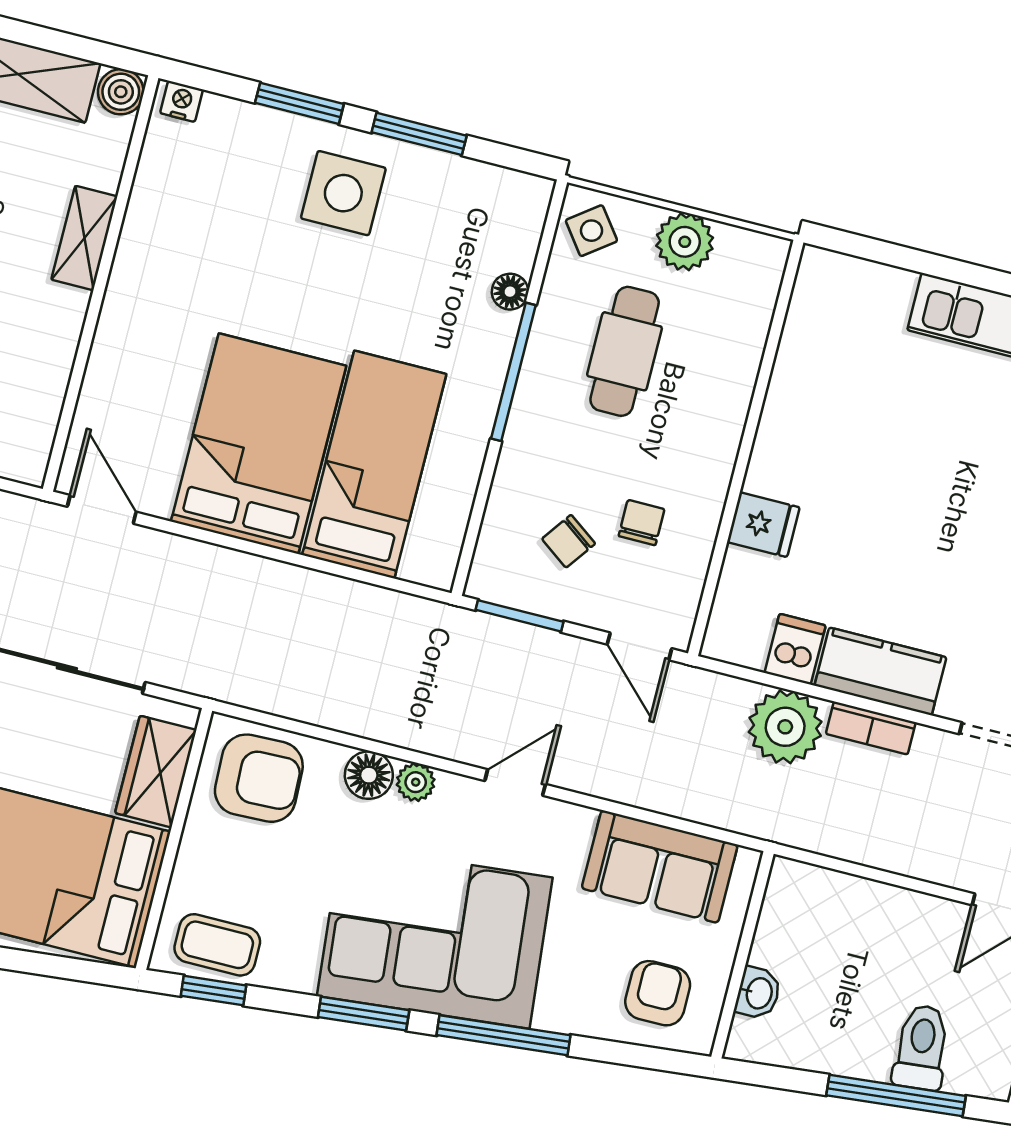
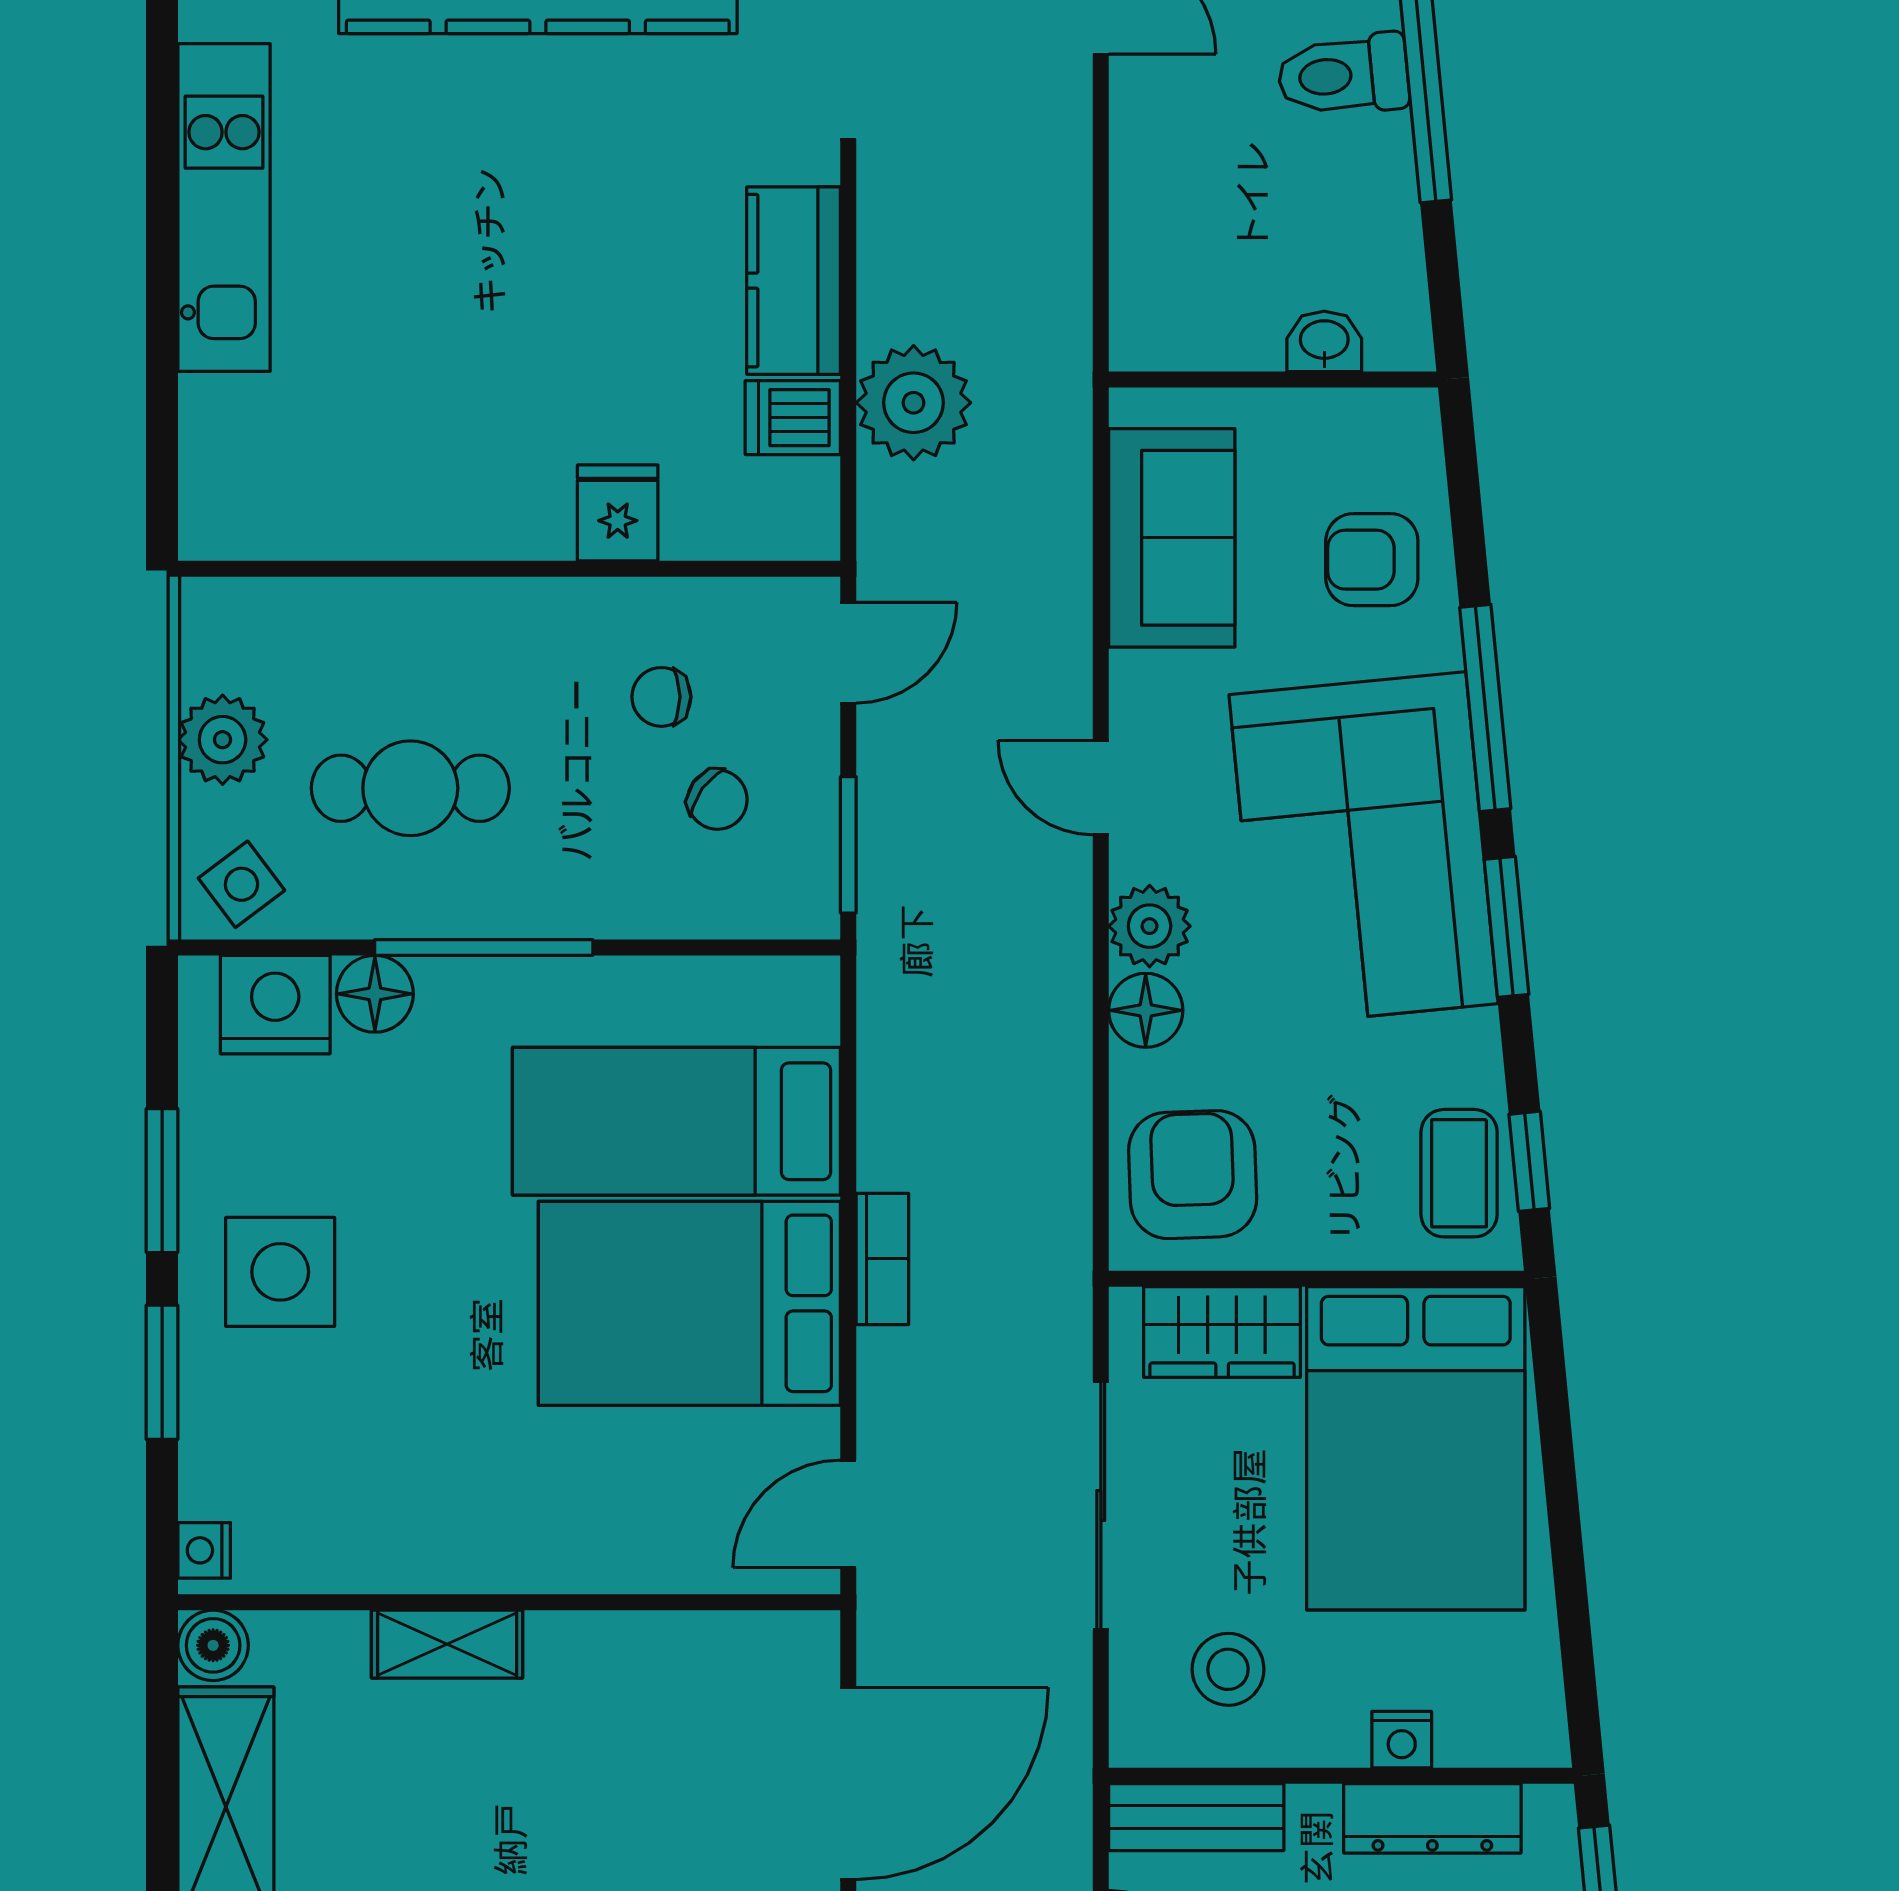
nightstand: (511, 233) -> (275, 1005), added
floor lamp: (510, 292) -> (375, 994), width x1.37, depth x1.37
bookcase: (871, 728) -> (882, 1259), moved
plant: (416, 782) -> (1150, 926), width x1.38, depth x1.38
armchair: (658, 993) -> (1372, 560), moved

